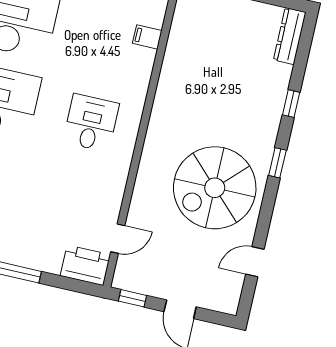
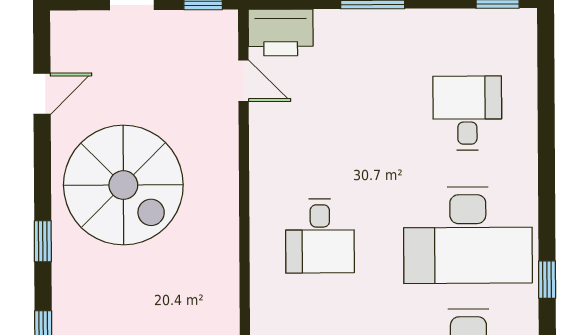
spiral stairs: (215, 188) -> (123, 185), turned 90
door: (118, 239) -> (244, 81), swing flipped

